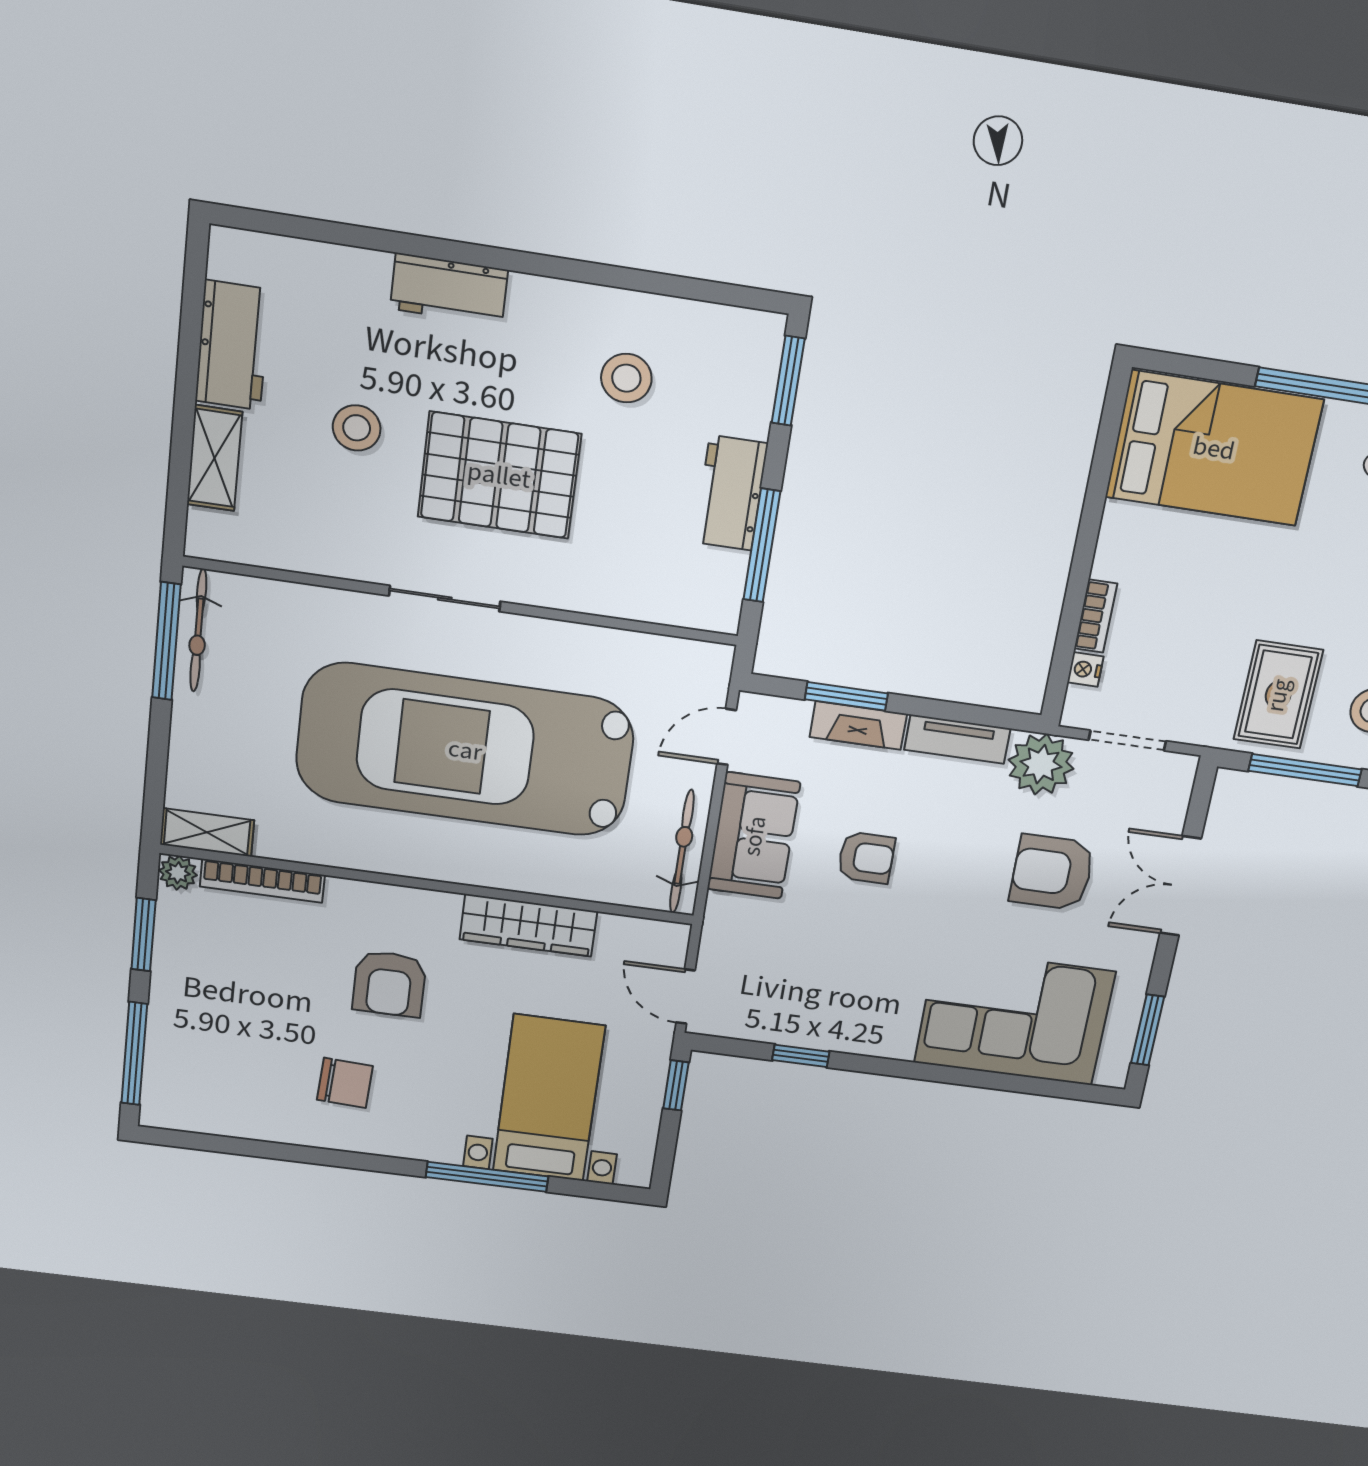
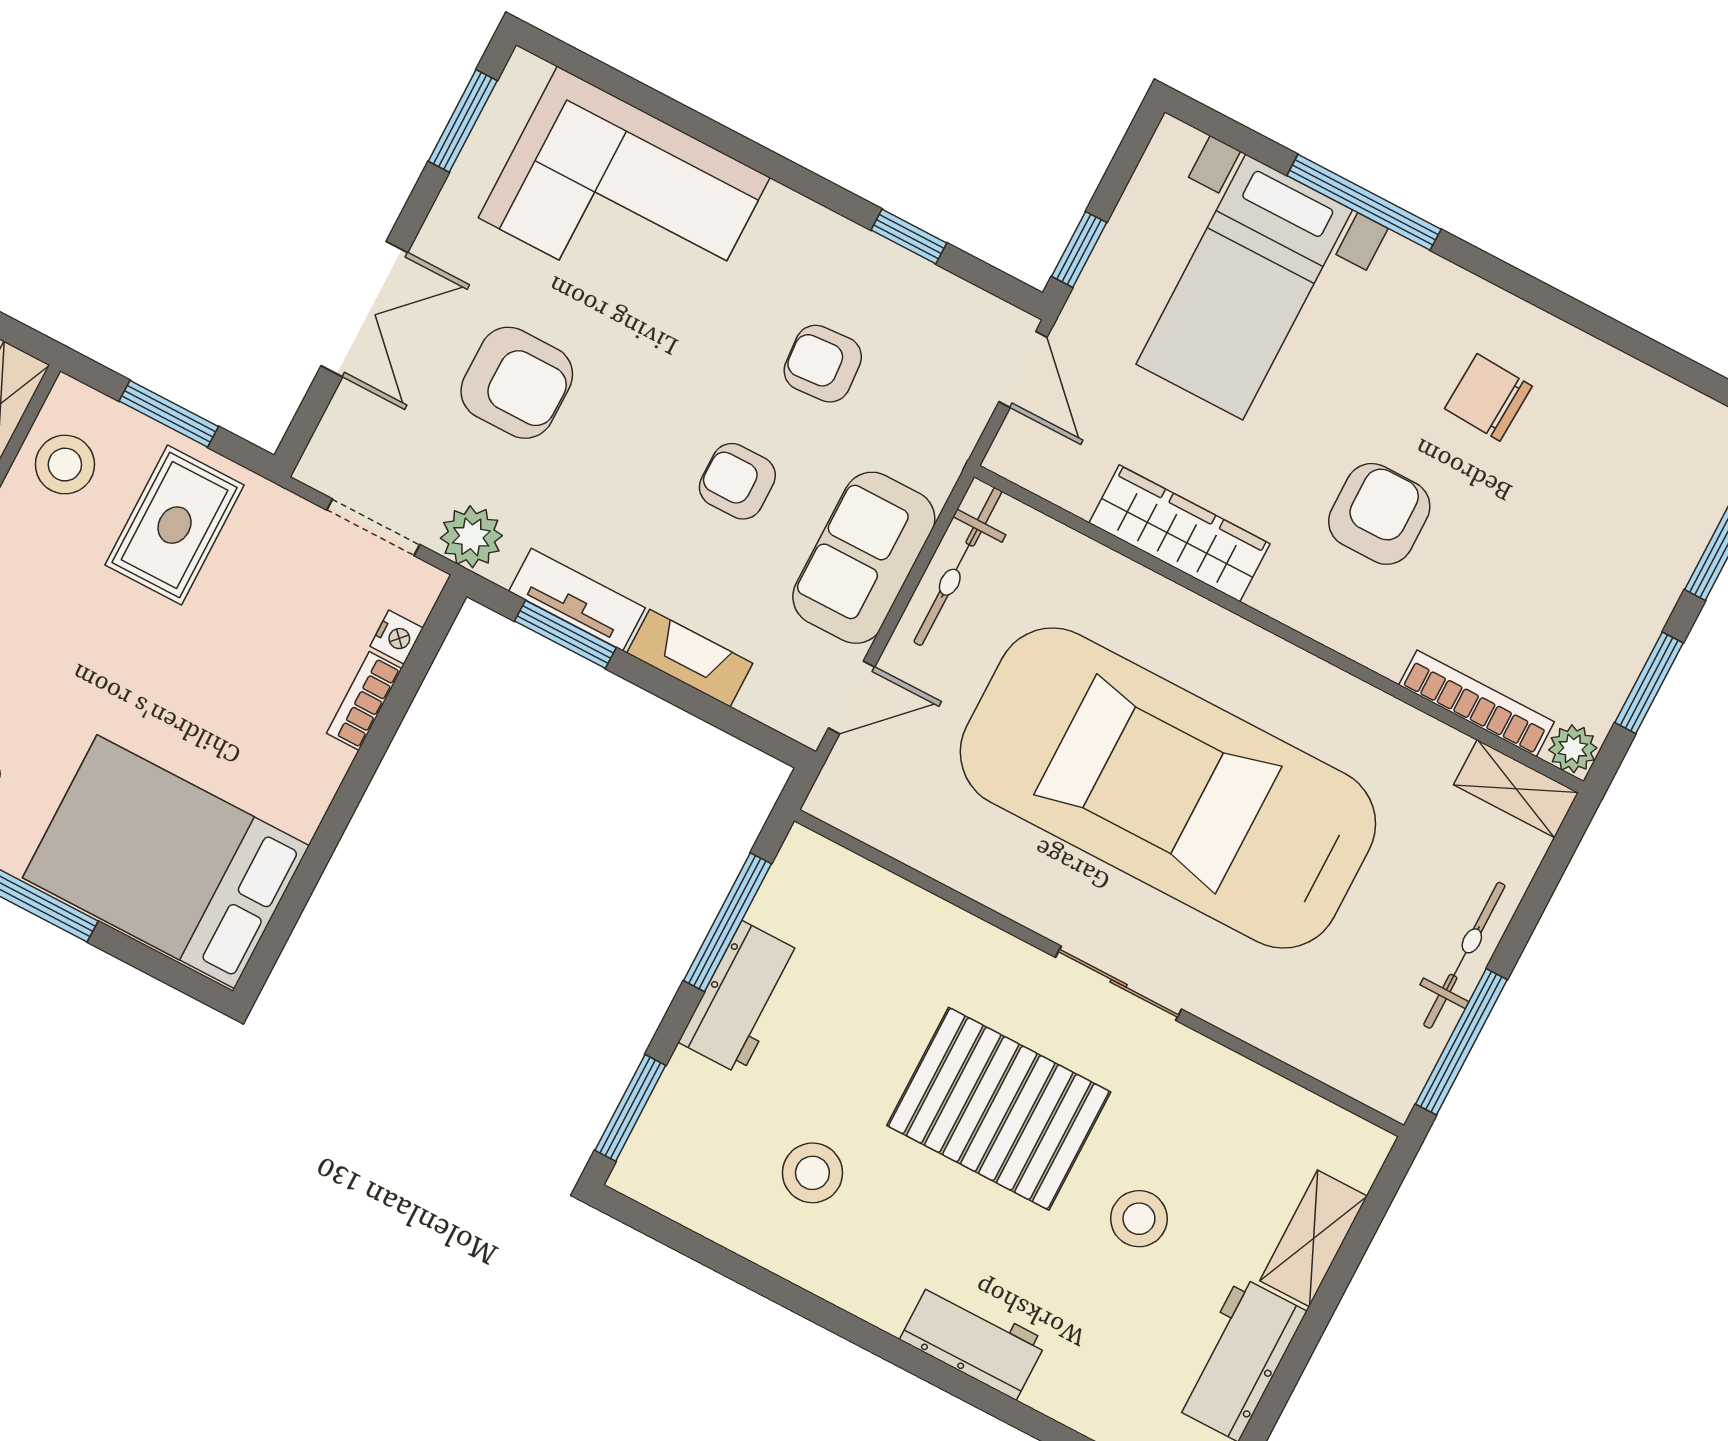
bicycle: (198, 630) -> (1464, 955), moved
window: (846, 696) -> (565, 634), moved
car: (465, 750) -> (1168, 788), turned 180
plant: (1041, 764) -> (471, 537), width x0.73, depth x0.73
window: (1305, 770) -> (169, 414), width x0.69
armchair: (832, 955) -> (823, 364), added

